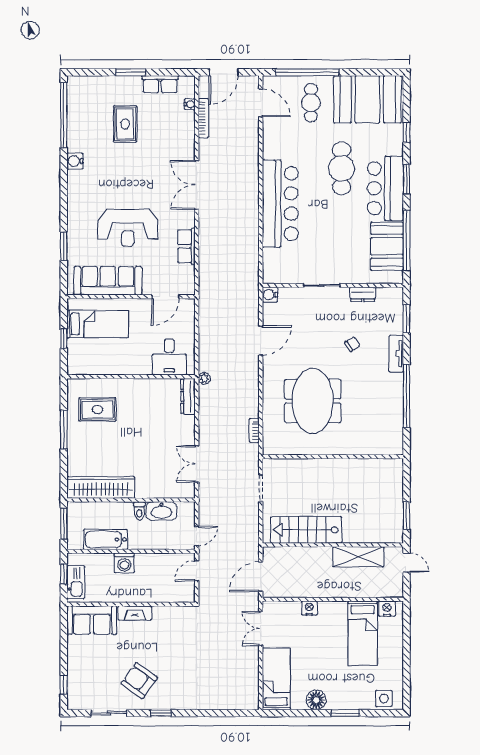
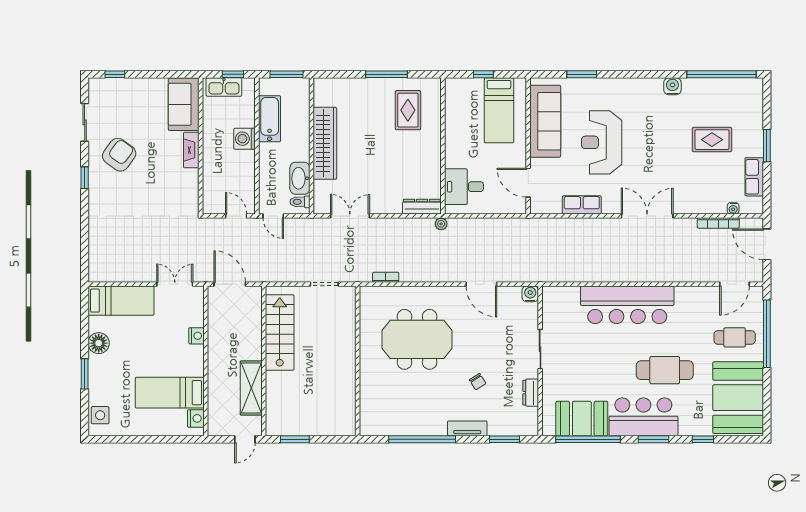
wardrobe: (101, 487) -> (325, 143), moved
toilet: (139, 511) -> (300, 202), moved

